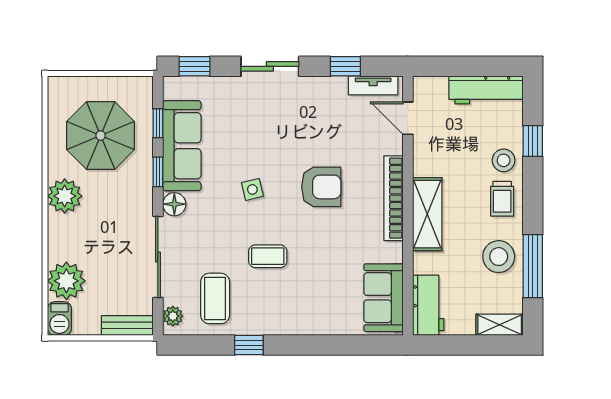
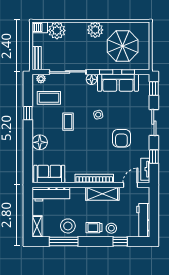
armchair: (321, 187) -> (121, 138), moved
shelving: (427, 214) -> (102, 194), moved
workbench: (428, 305) -> (51, 194), width x1.38
floor lamp: (314, 319) -> (40, 142), added

